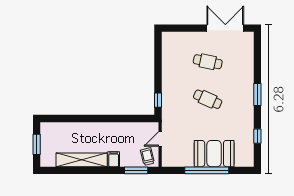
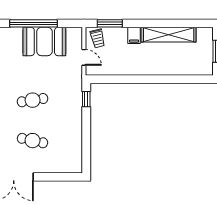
cafe table: (208, 99) -> (33, 100), turned -33
door: (160, 139) -> (84, 57), hinge flipped
booth: (214, 154) -> (44, 42), moved

